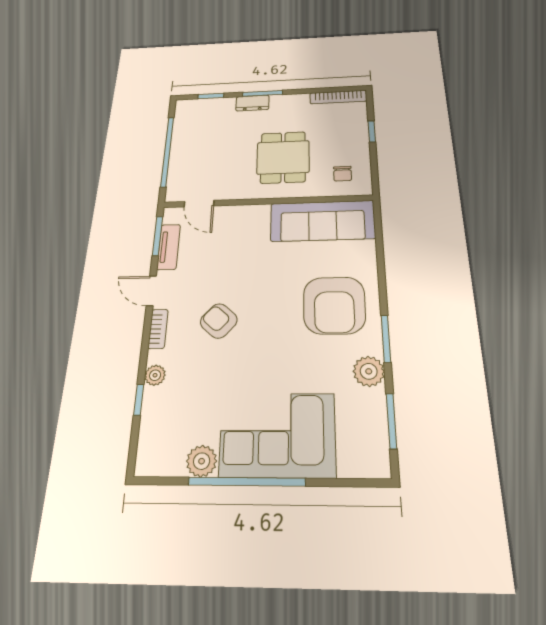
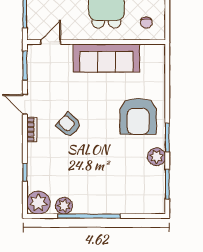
door: (199, 204) -> (51, 42), swing flipped
sofa: (322, 221) -> (106, 58), moved
tv unit: (169, 247) -> (33, 74), removed
plant: (155, 375) -> (38, 203), moved, width x1.88, depth x1.88
corner sofa: (277, 435) -> (105, 192), removed

